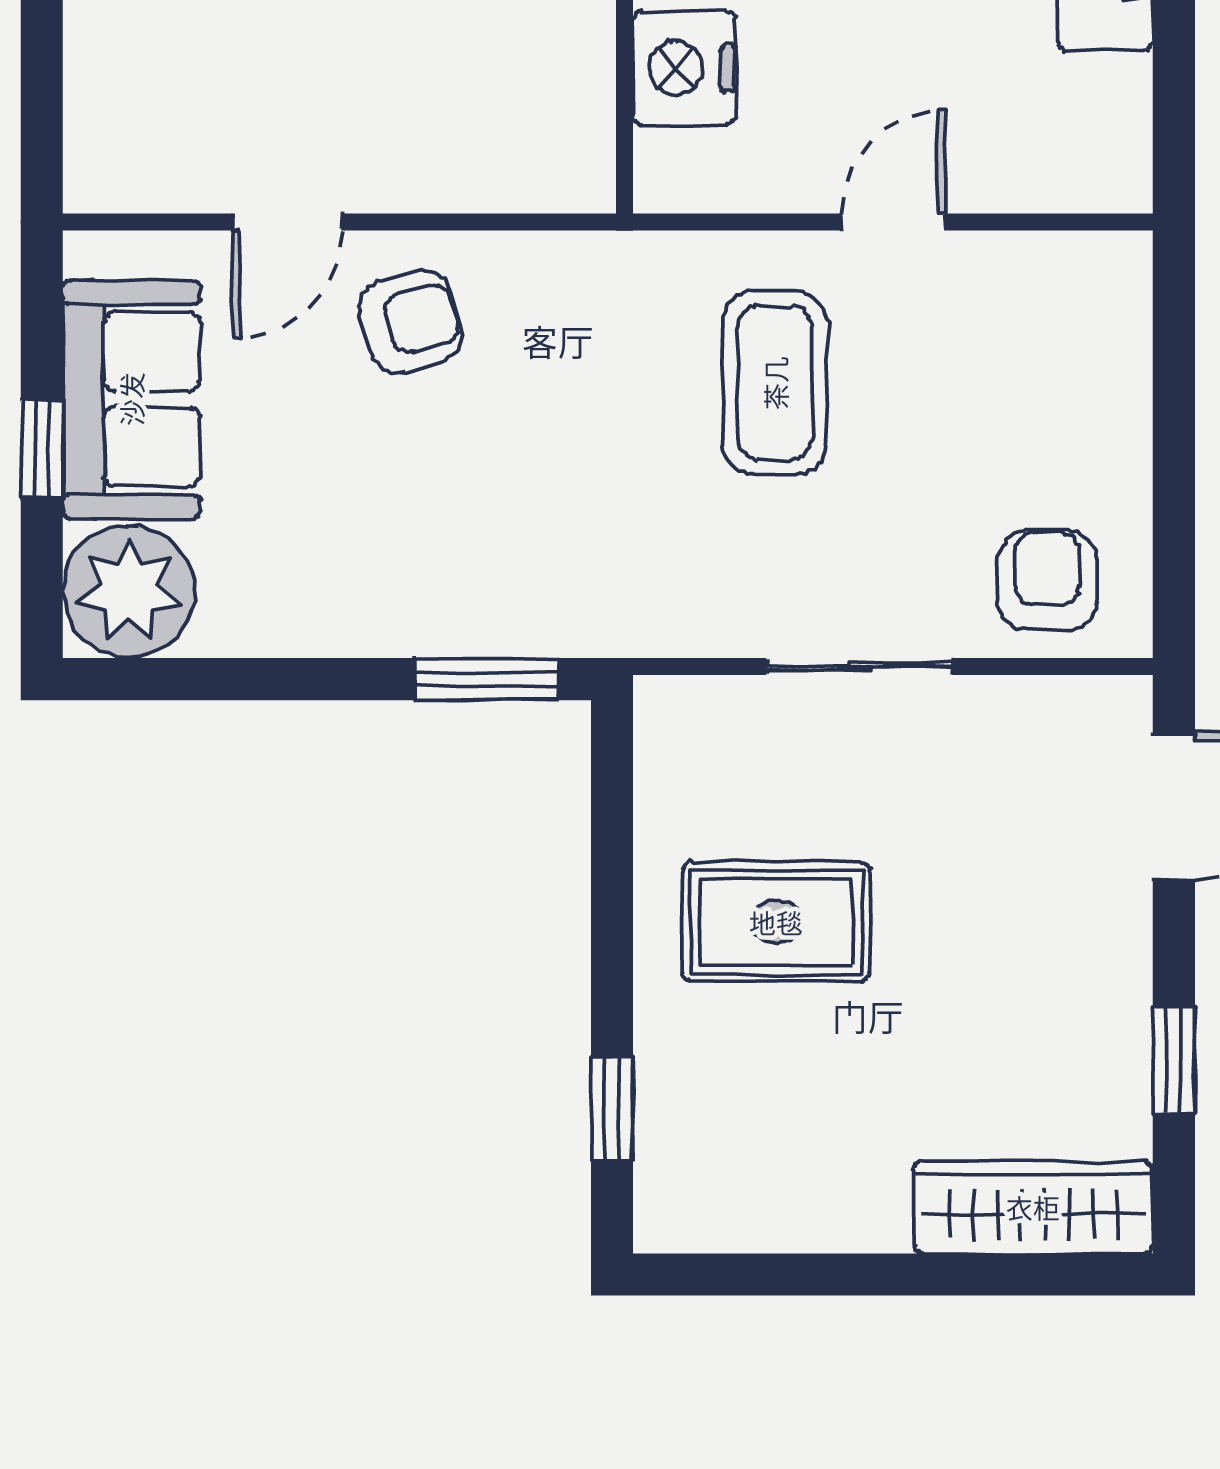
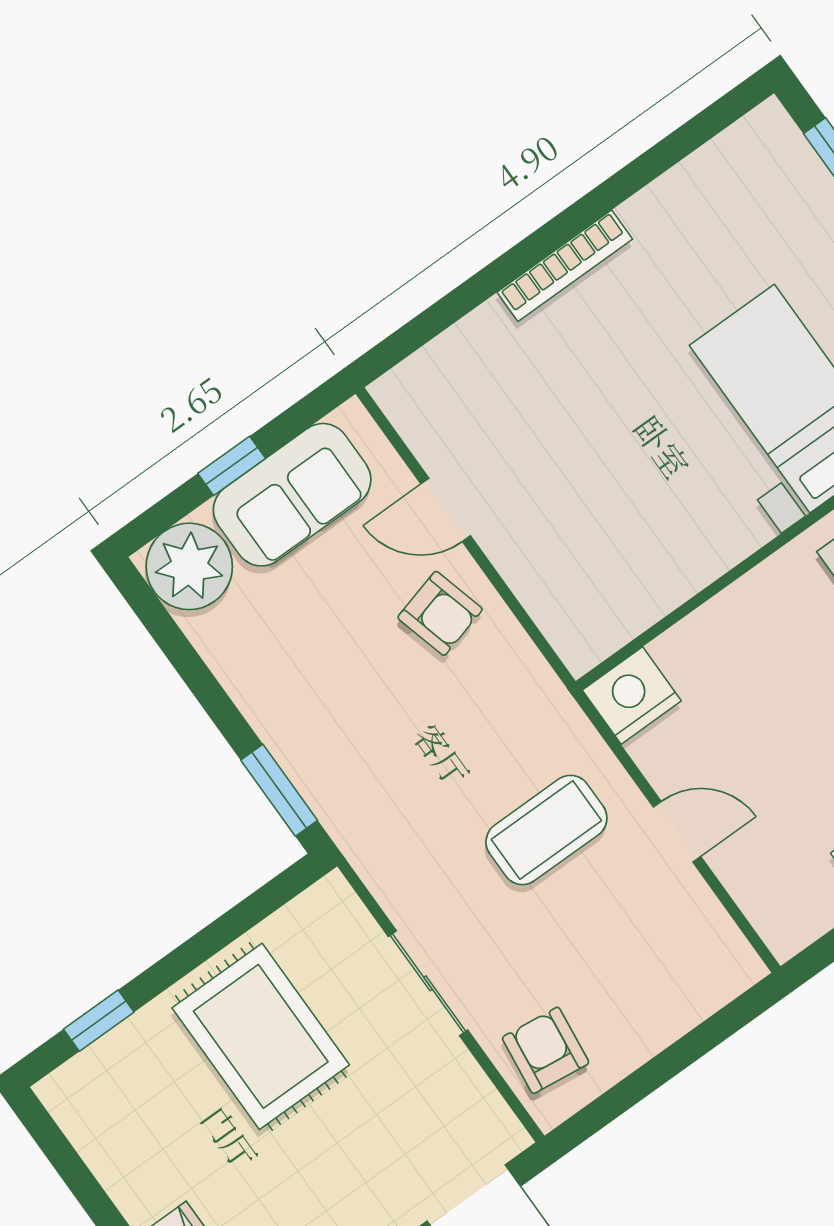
nightstand: (684, 68) -> (632, 696), moved
armchair: (1048, 580) -> (546, 1050), turned -83
rug: (776, 922) -> (261, 1036), width x1.36, depth x1.43

